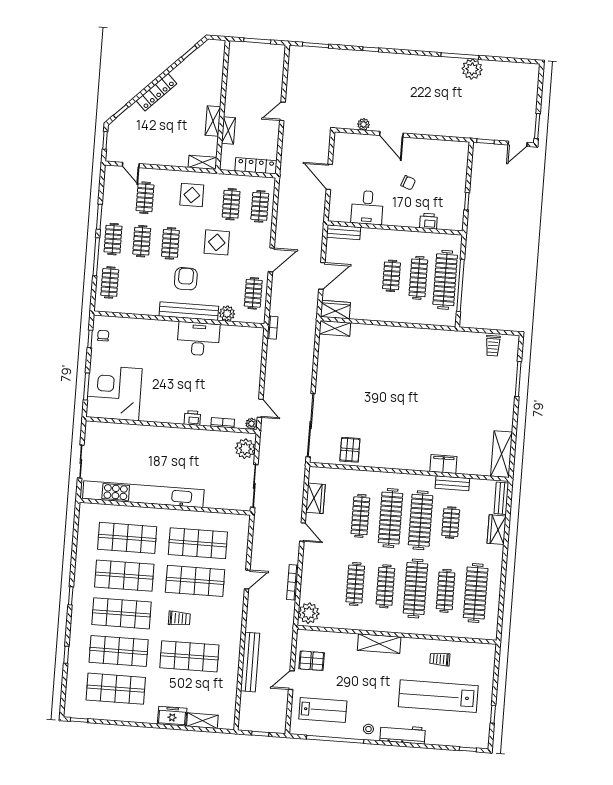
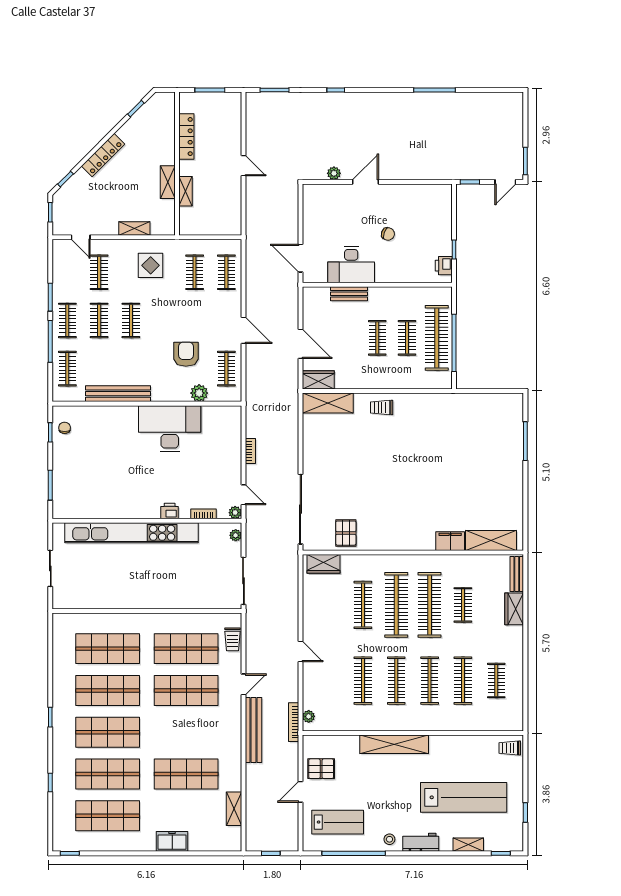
plant: (472, 69) -> (449, 103), removed
door: (282, 111) -> (243, 166), swing flipped
door: (391, 134) -> (365, 182), swing flipped
shelving: (203, 162) -> (134, 228), moved
locker: (256, 166) -> (186, 137), moved, turned 90
door: (329, 177) -> (300, 258), moved
desk: (367, 208) -> (351, 265), width x1.37
printer: (429, 221) -> (444, 266), moved, turned -90
bench: (344, 232) -> (349, 294), moved
display table: (217, 242) -> (182, 316), removed
door: (271, 260) -> (243, 330), hinge flipped
door: (322, 276) -> (300, 344), hinge flipped
clothes rail: (418, 278) -> (407, 338), width x0.73
armchair: (186, 279) -> (186, 354), moved
bench: (189, 311) -> (118, 394), moved
bookcase: (272, 328) -> (250, 451), moved
shelving: (335, 328) -> (328, 403), width x1.50, depth x1.33
desk: (198, 339) -> (170, 429), width x1.36, depth x1.30
trolley: (493, 346) -> (382, 407), moved, turned 90
corner desk: (114, 393) -> (81, 490), removed
plant: (245, 449) -> (236, 535), width x0.53, depth x0.53
shelving: (502, 454) -> (491, 540), moved, turned 90
bench: (452, 483) -> (461, 561), removed
kitchen unit: (143, 494) -> (132, 533), moved, turned 180
wardrobe: (315, 498) -> (323, 564), moved, turned 90
door: (303, 532) -> (300, 651), moved
bookcase: (293, 582) -> (294, 722), moved
clothes rail: (415, 589) -> (430, 681), width x0.73, depth x0.76
clothes rail: (476, 593) -> (496, 681), width x0.54, depth x0.76
plant: (309, 613) -> (309, 716), width x0.53, depth x0.53
trolley: (179, 618) -> (233, 639), moved, turned 90
shelving: (379, 644) -> (394, 744), width x1.47
trolley: (440, 659) -> (510, 748), moved
bench: (250, 662) -> (253, 730), moved
lab bench: (438, 696) -> (464, 797), turned 180
shelving: (202, 721) -> (234, 809), moved, turned 90
workbench: (403, 734) -> (421, 842), width x0.73
shelving: (439, 739) -> (468, 845), added

